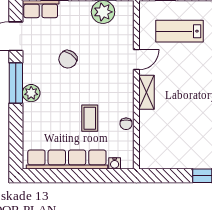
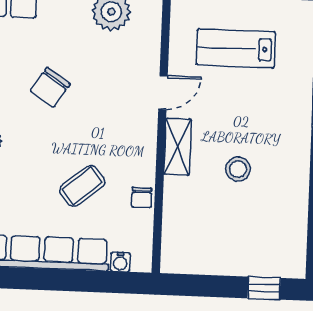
stool: (184, 104) -> (238, 169), added
coffee table: (90, 118) -> (82, 186), turned 51

